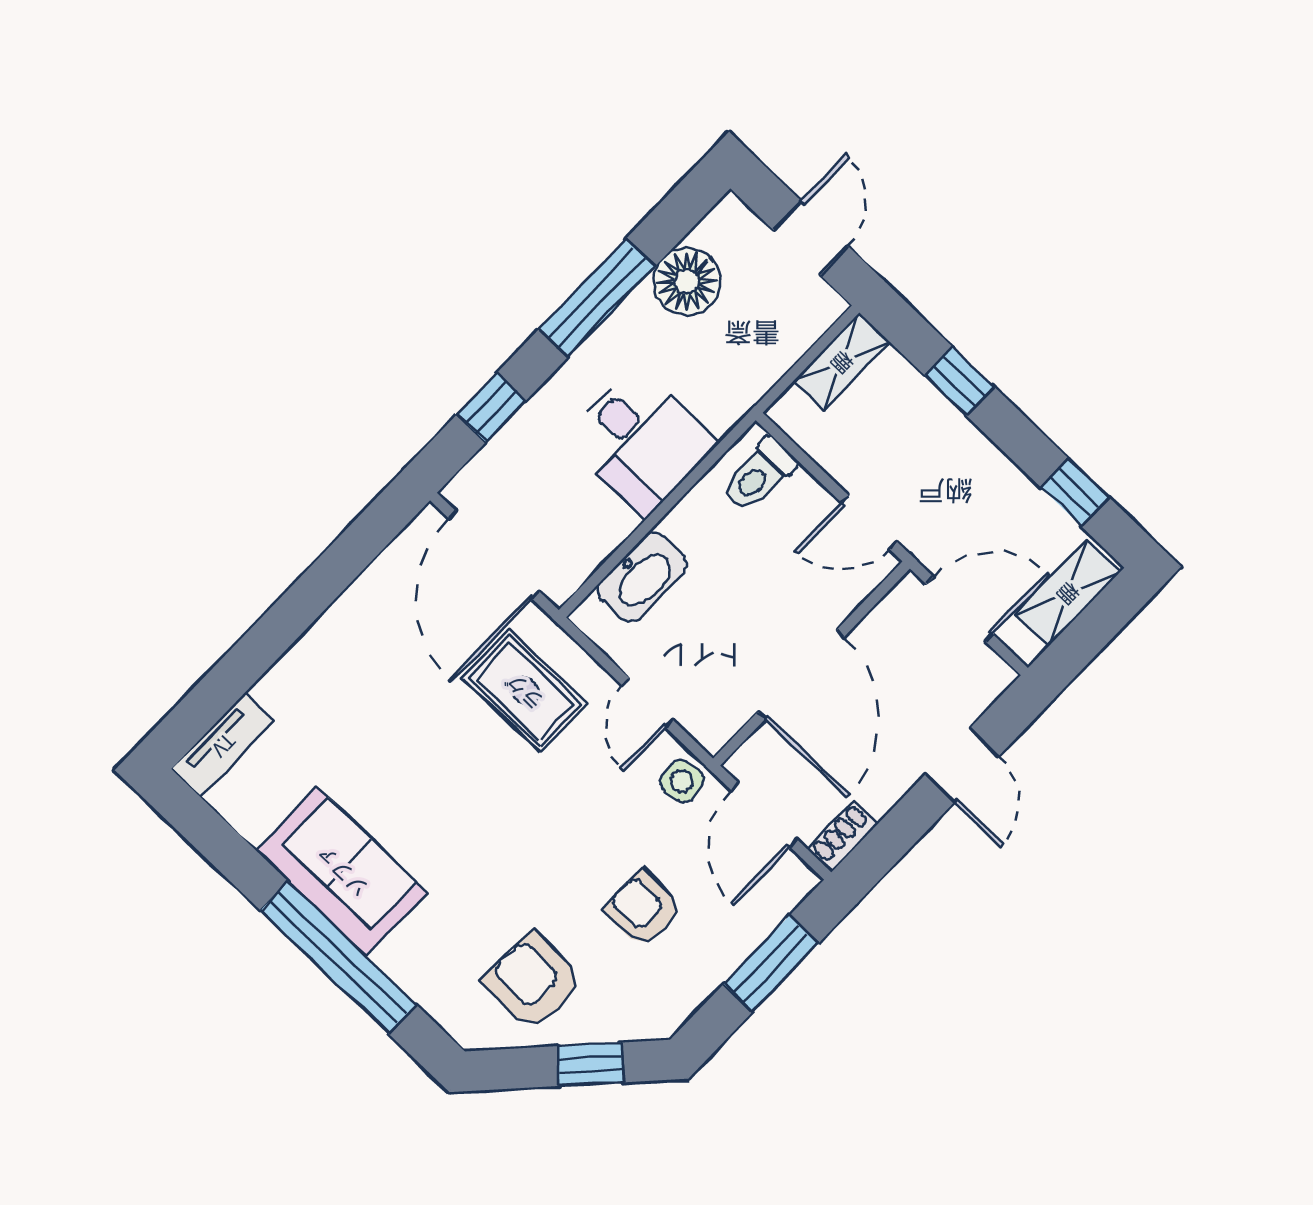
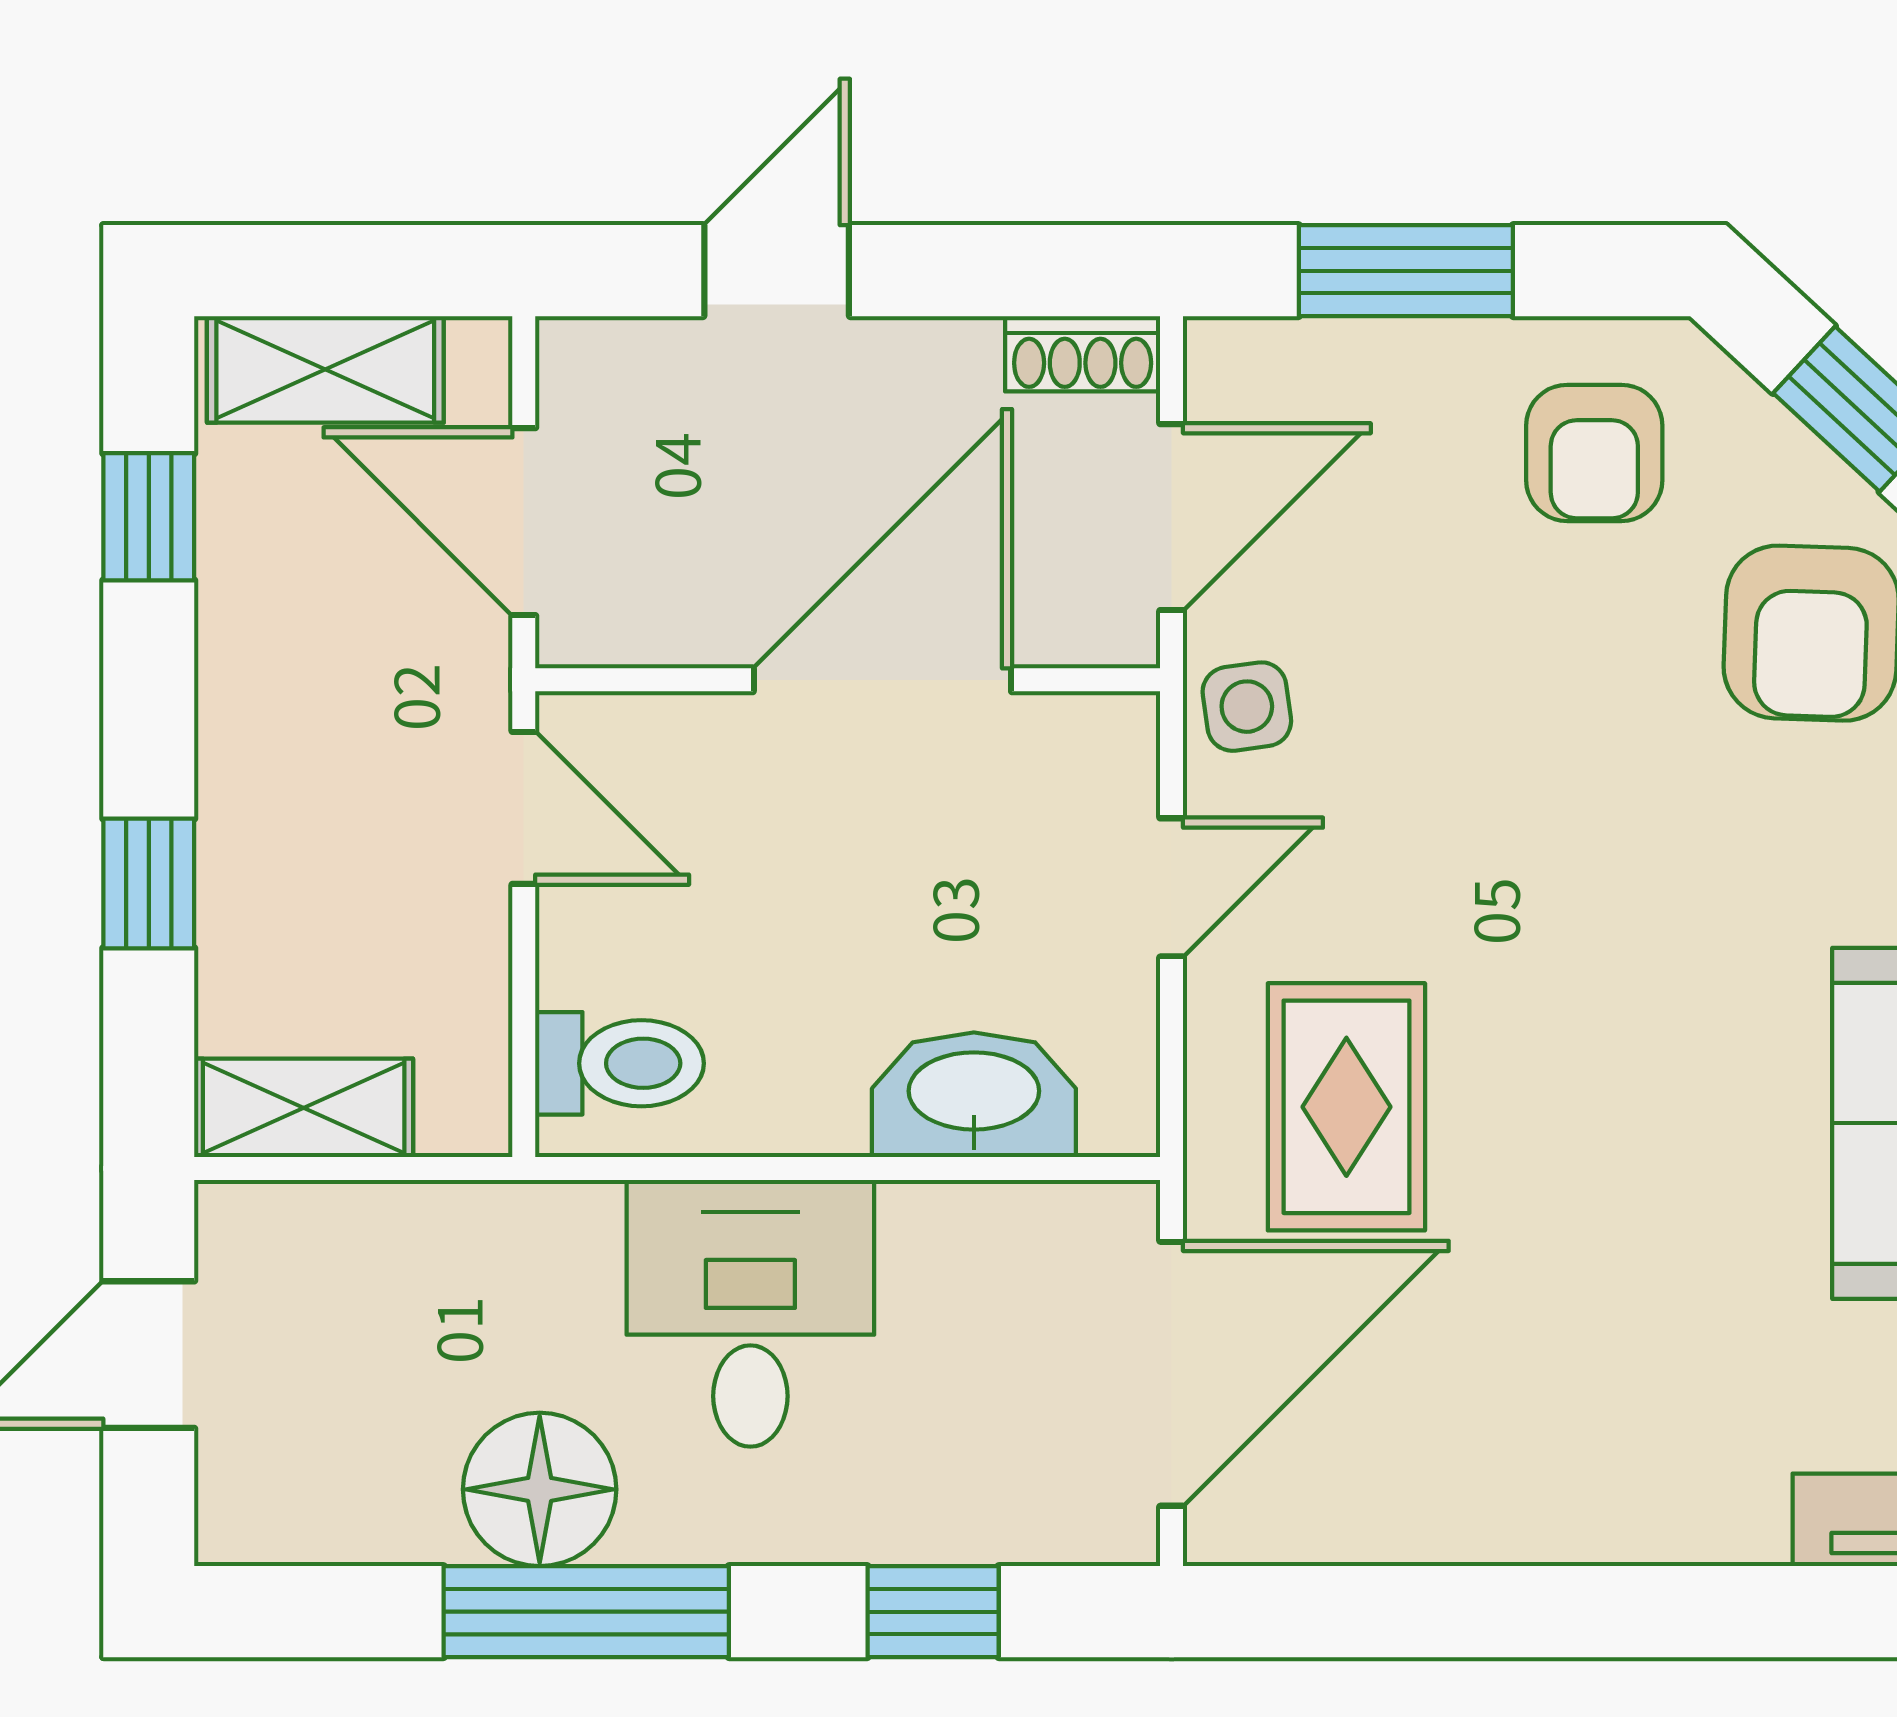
floor lamp: (687, 282) -> (540, 1489), moved
armchair: (643, 909) -> (1594, 453), moved

